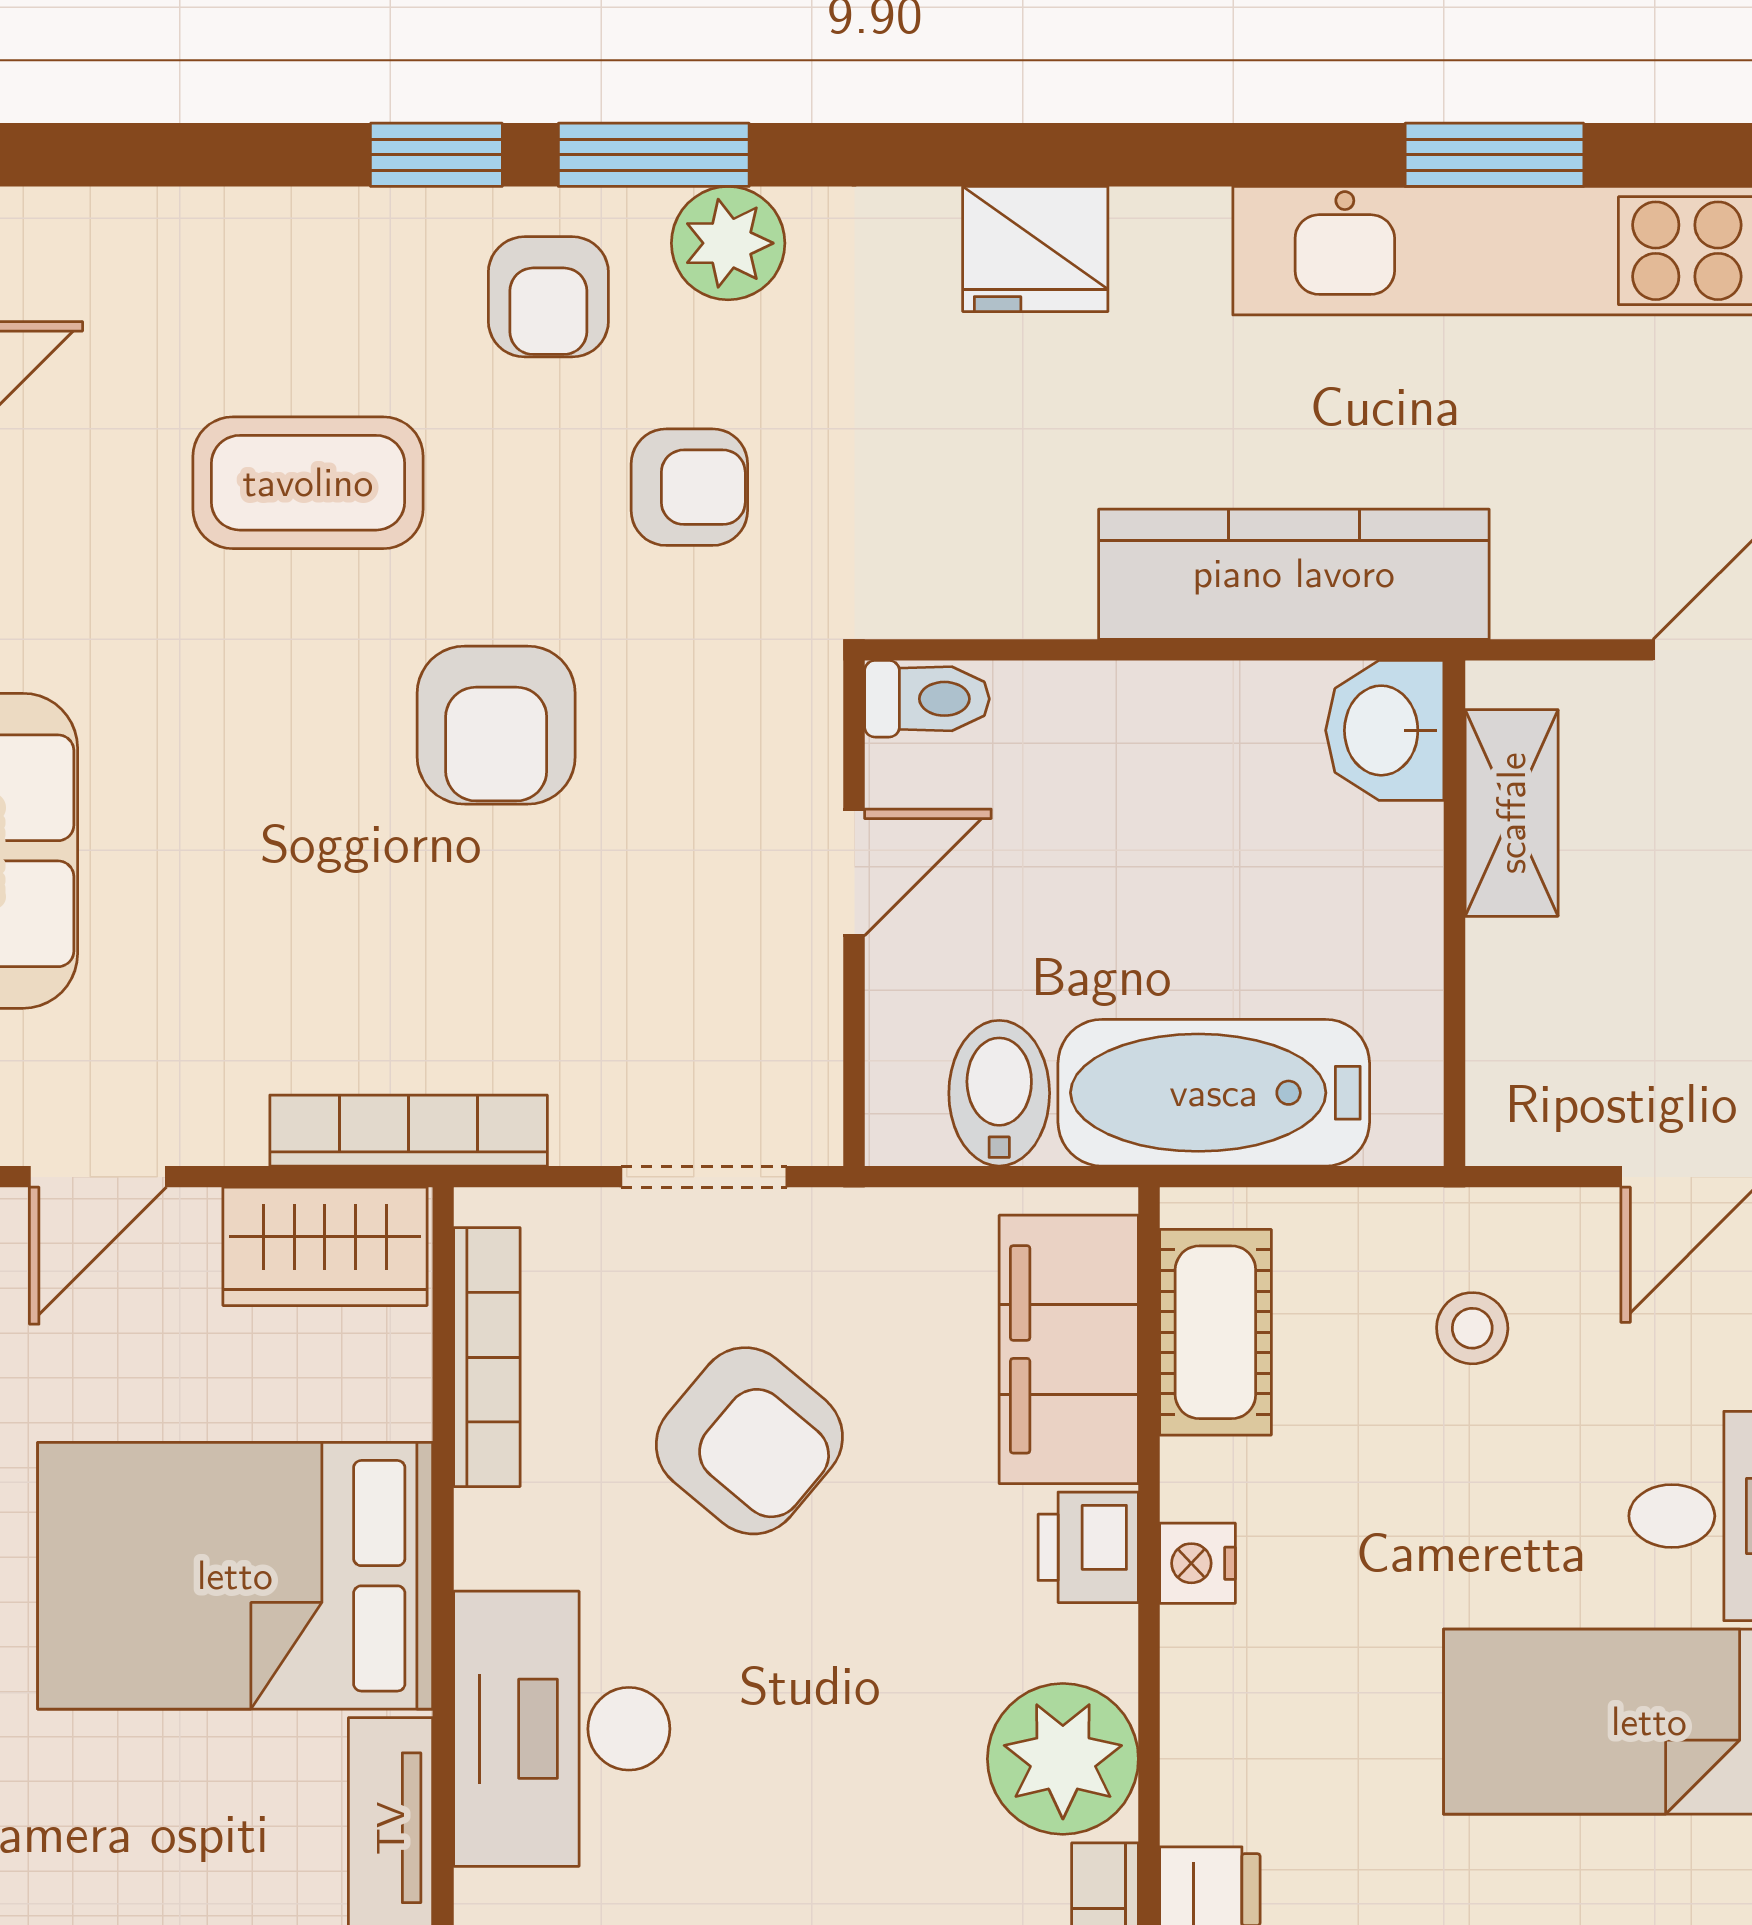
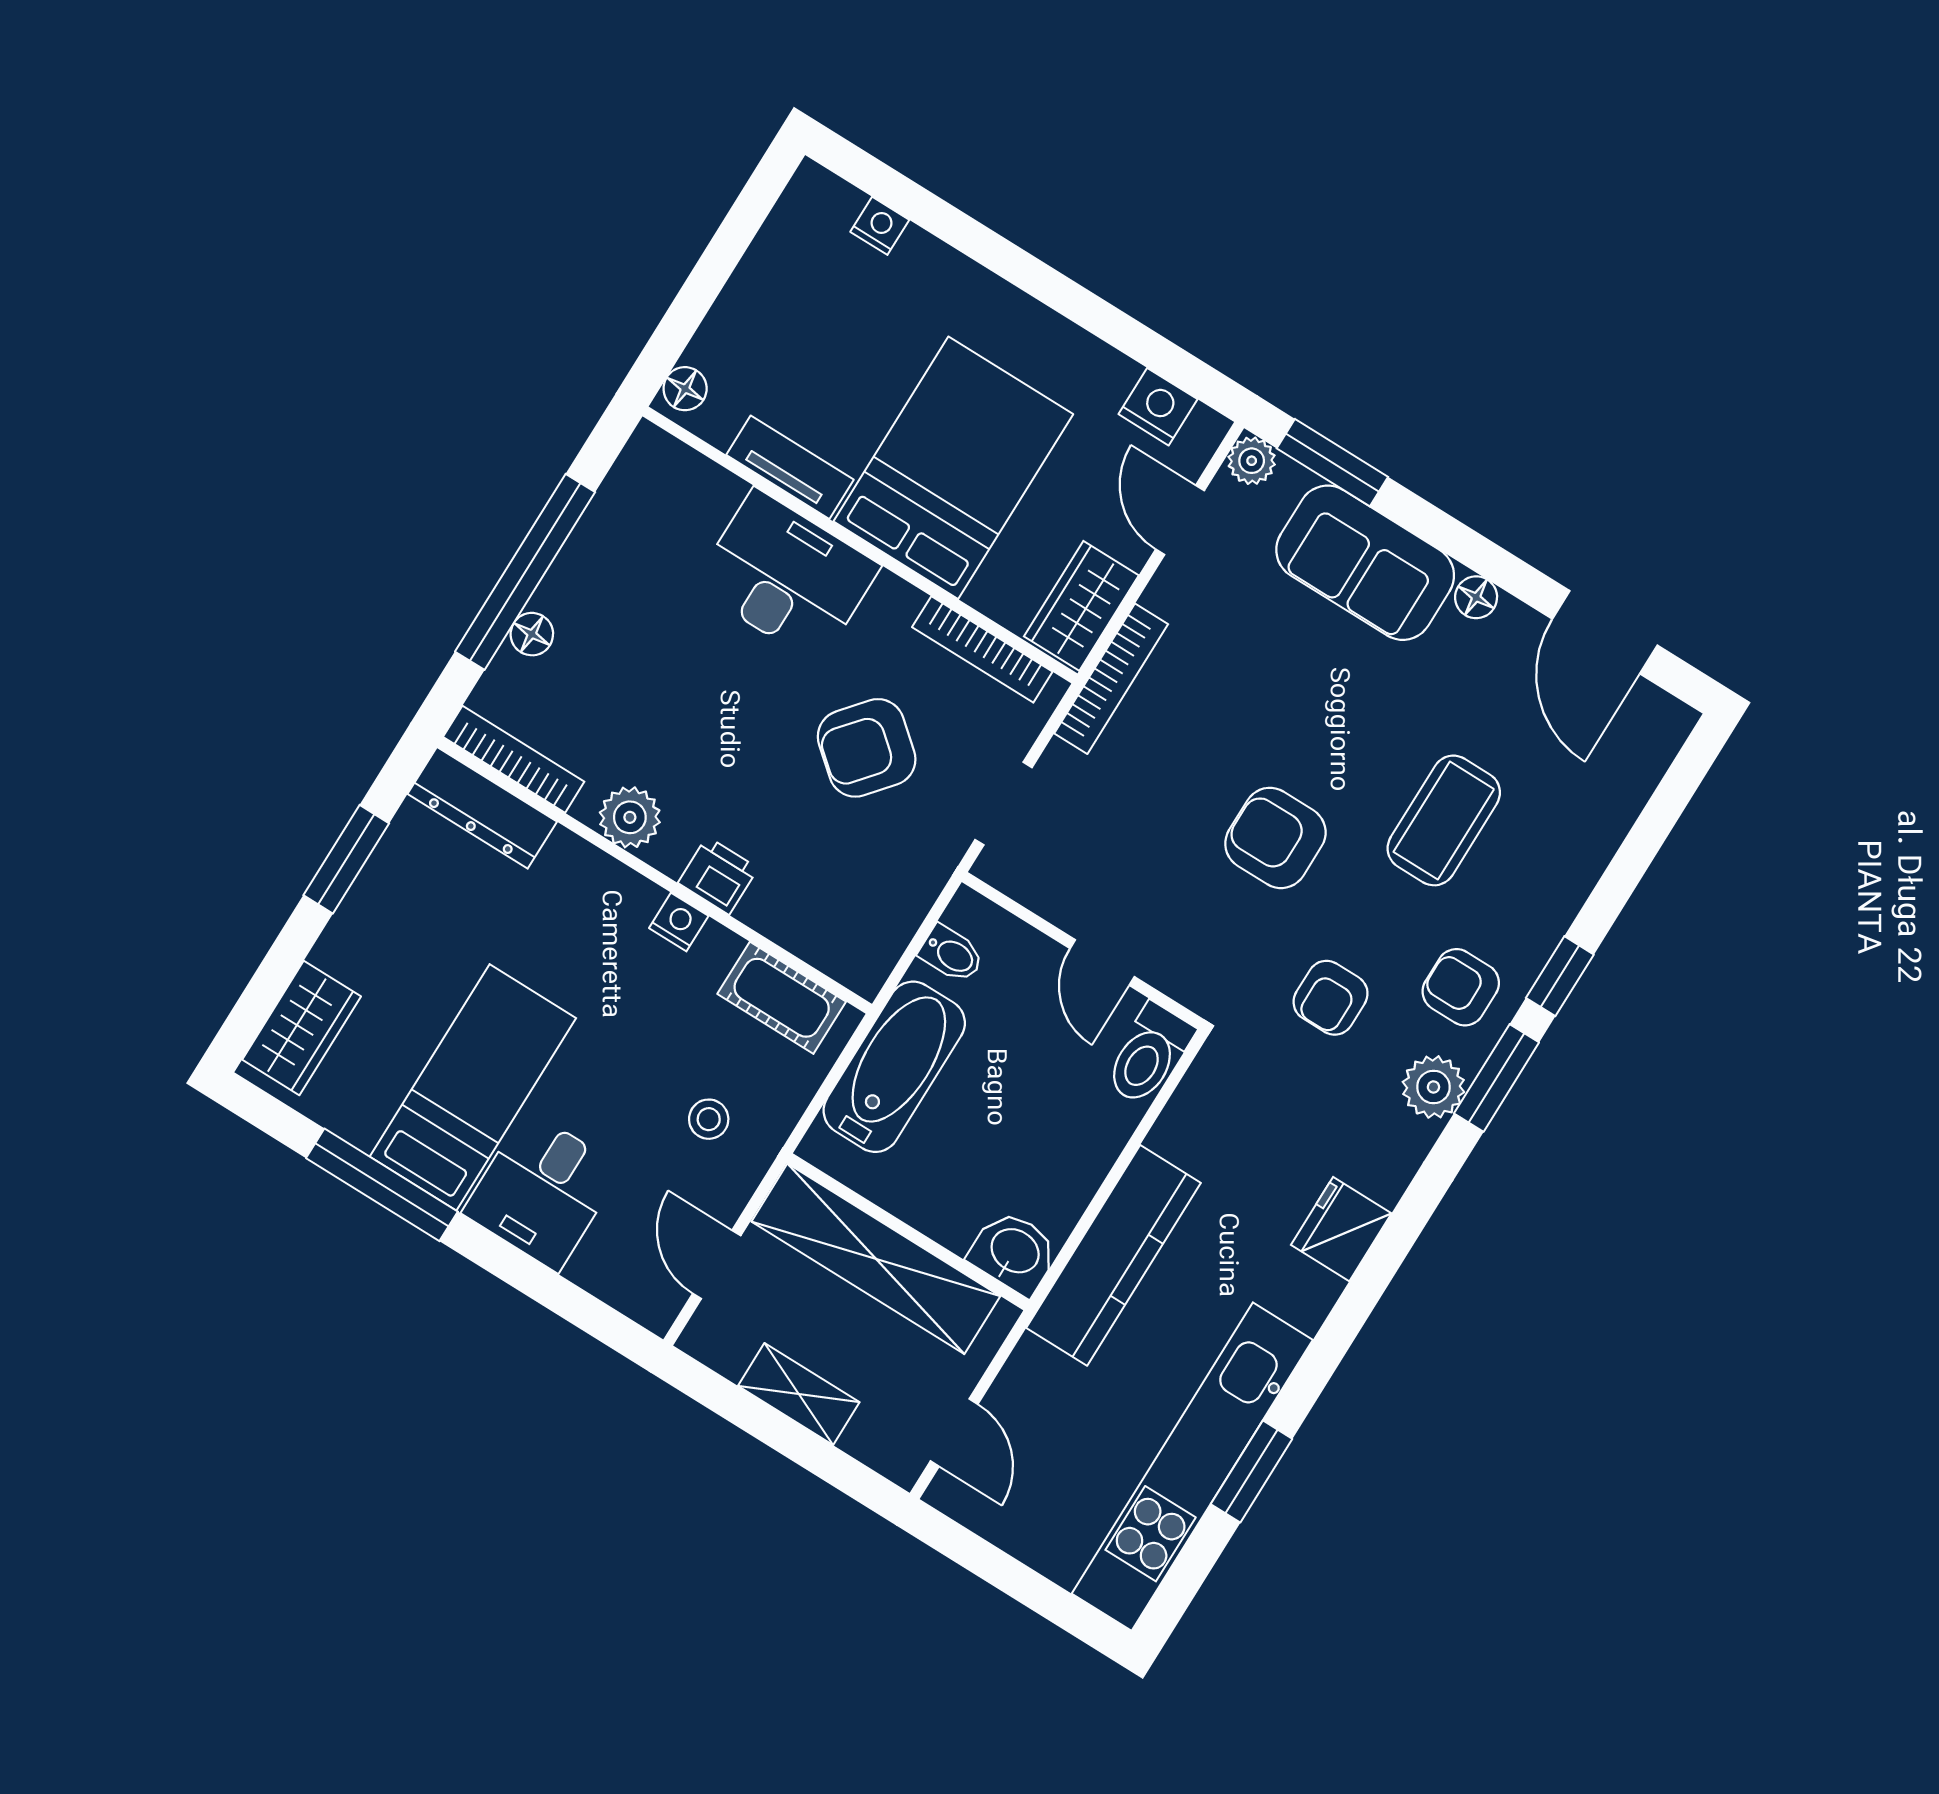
toilet: (927, 699) -> (1149, 1054), width x1.37, depth x1.39
shelving: (1512, 813) -> (876, 1259), width x2.20, depth x1.33
bidet: (999, 1093) -> (952, 954), width x0.72, depth x0.74
filing cabinet: (1069, 1349) -> (816, 924), removed
plant: (1063, 1759) -> (630, 817), width x0.73, depth x0.73

